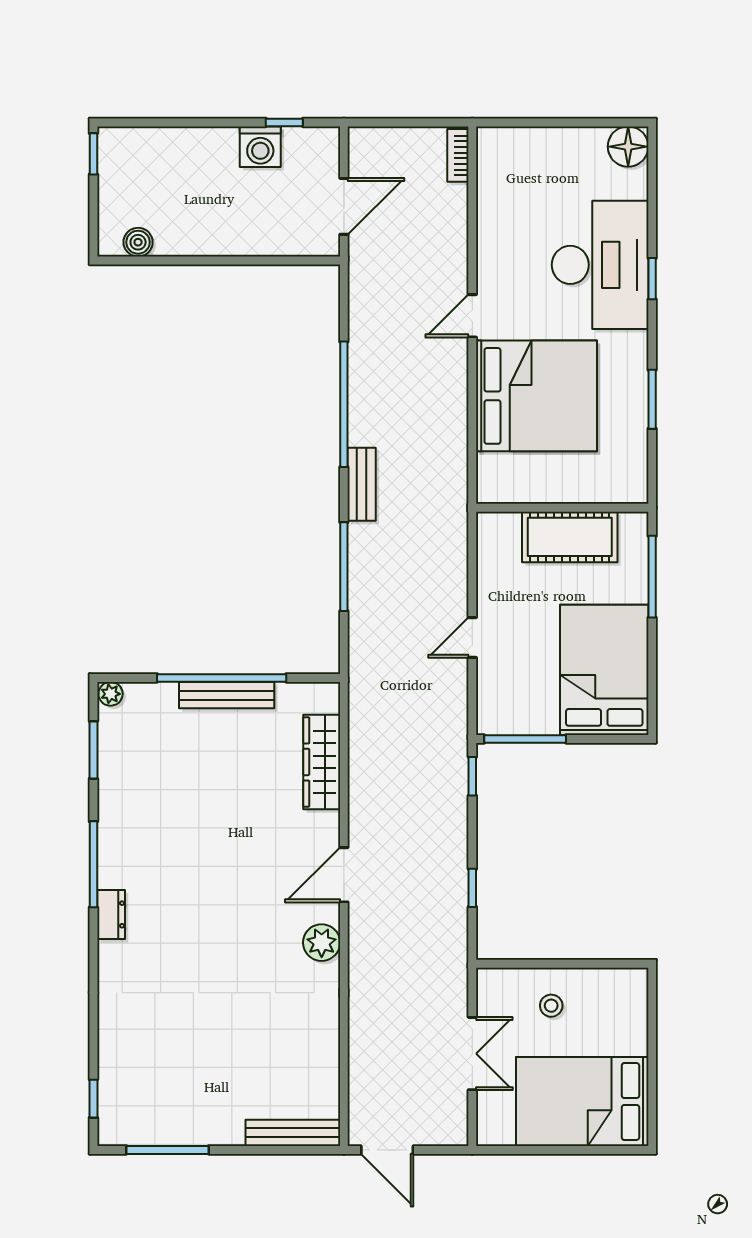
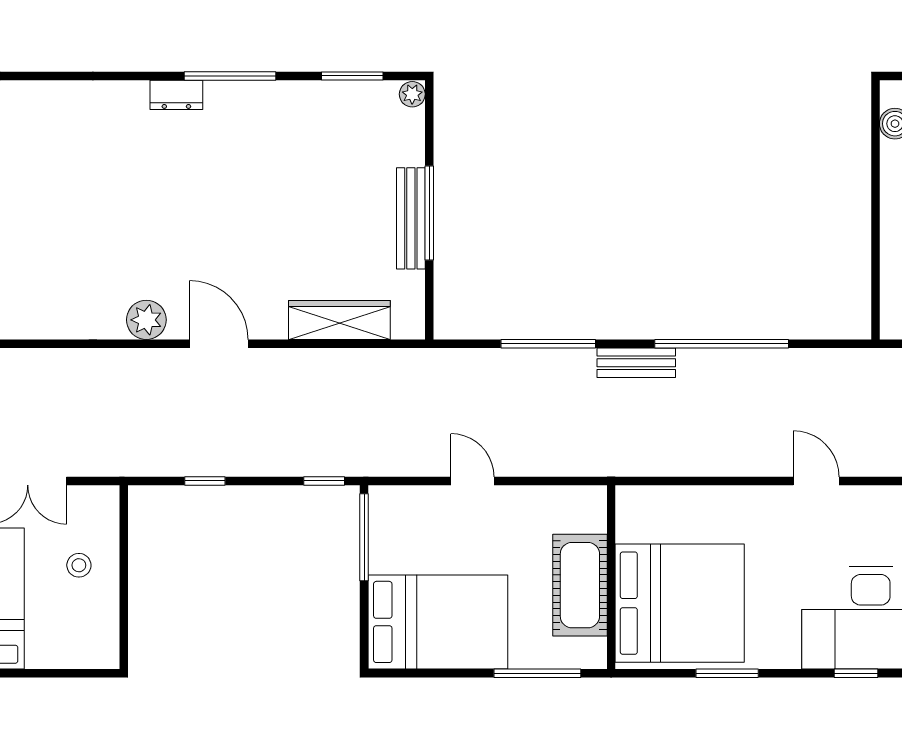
bed: (537, 396) -> (680, 603), moved, turned -90
window: (222, 678) -> (429, 213), width x0.68

